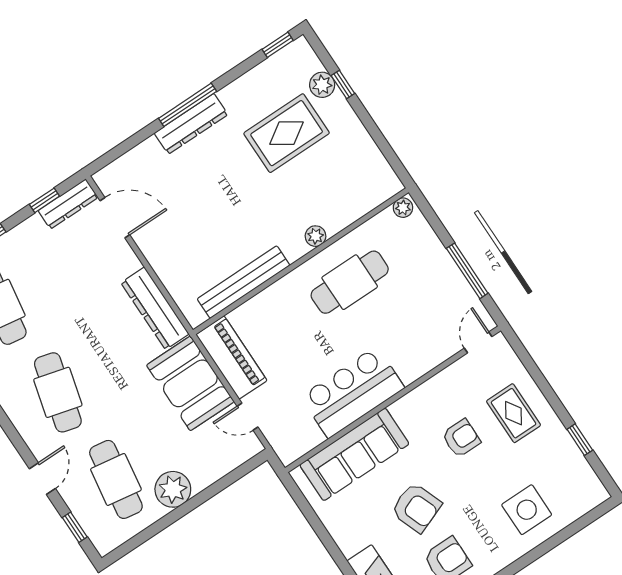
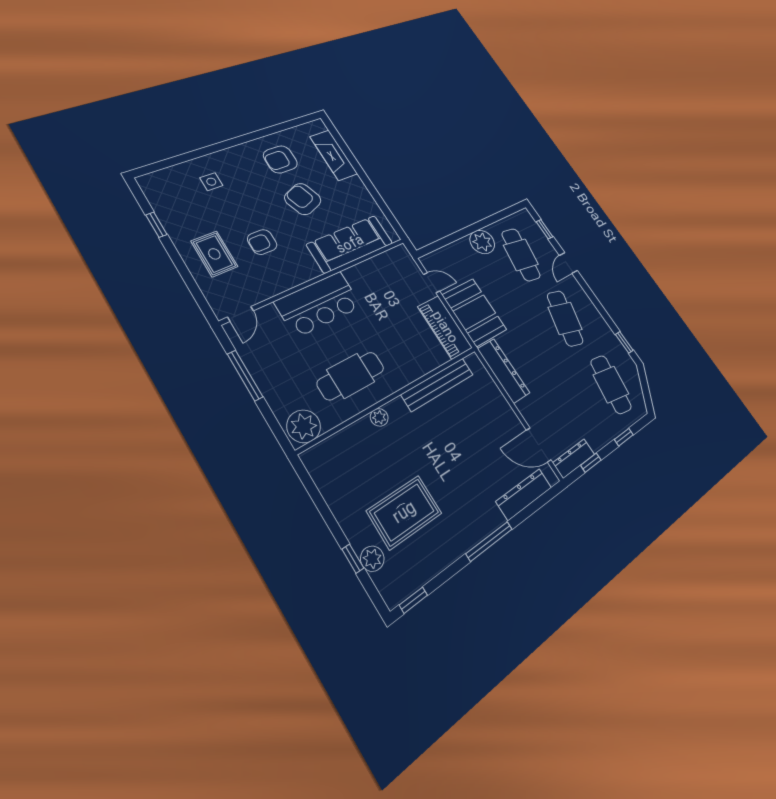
dresser: (191, 124) -> (524, 494), moved
plant: (403, 208) -> (304, 426), width x1.88, depth x1.88
bar counter: (353, 392) -> (318, 304), moved
side table: (527, 510) -> (211, 182), width x0.54, depth x0.54

